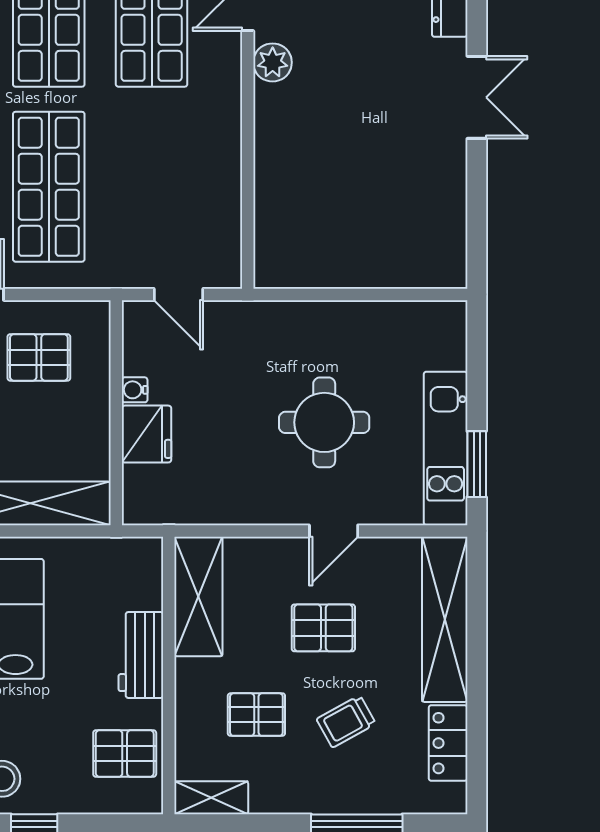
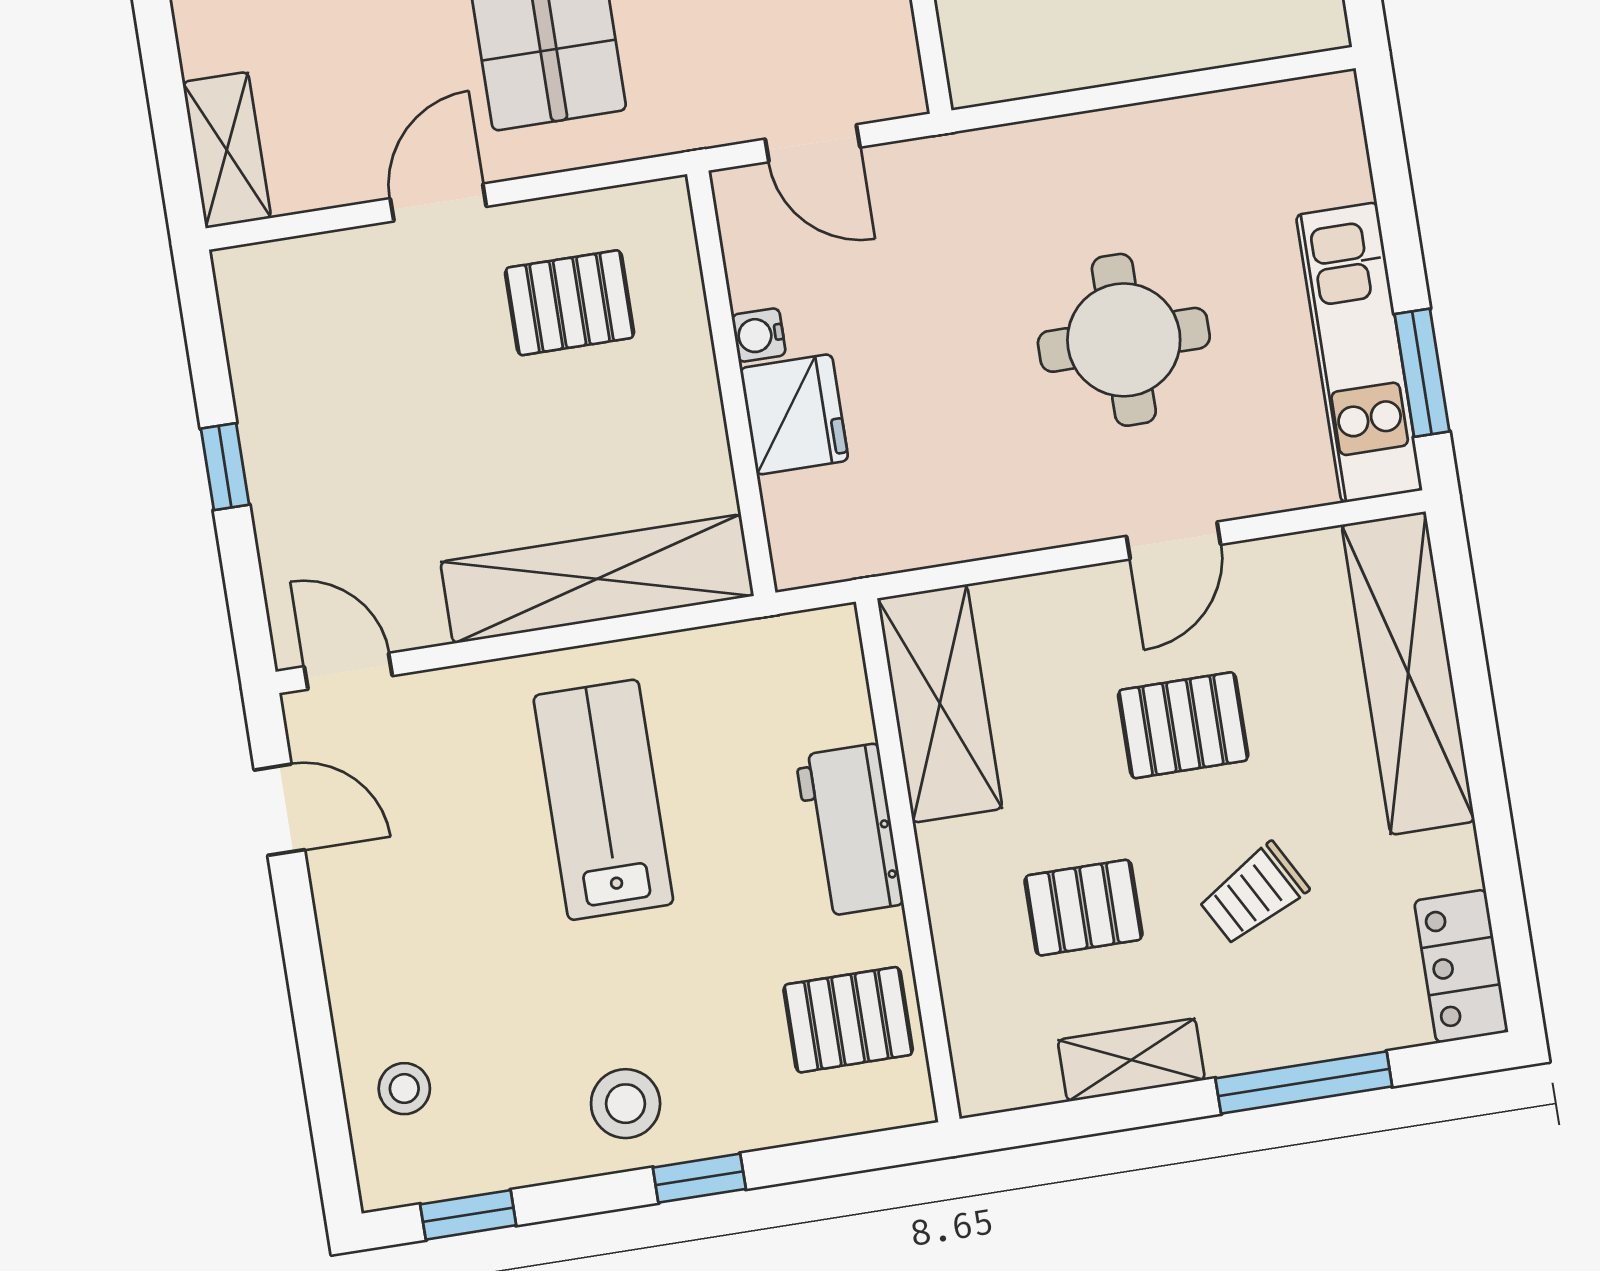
locker: (448, 743) -> (1461, 966), moved
shelving: (211, 798) -> (1131, 1060), moved

